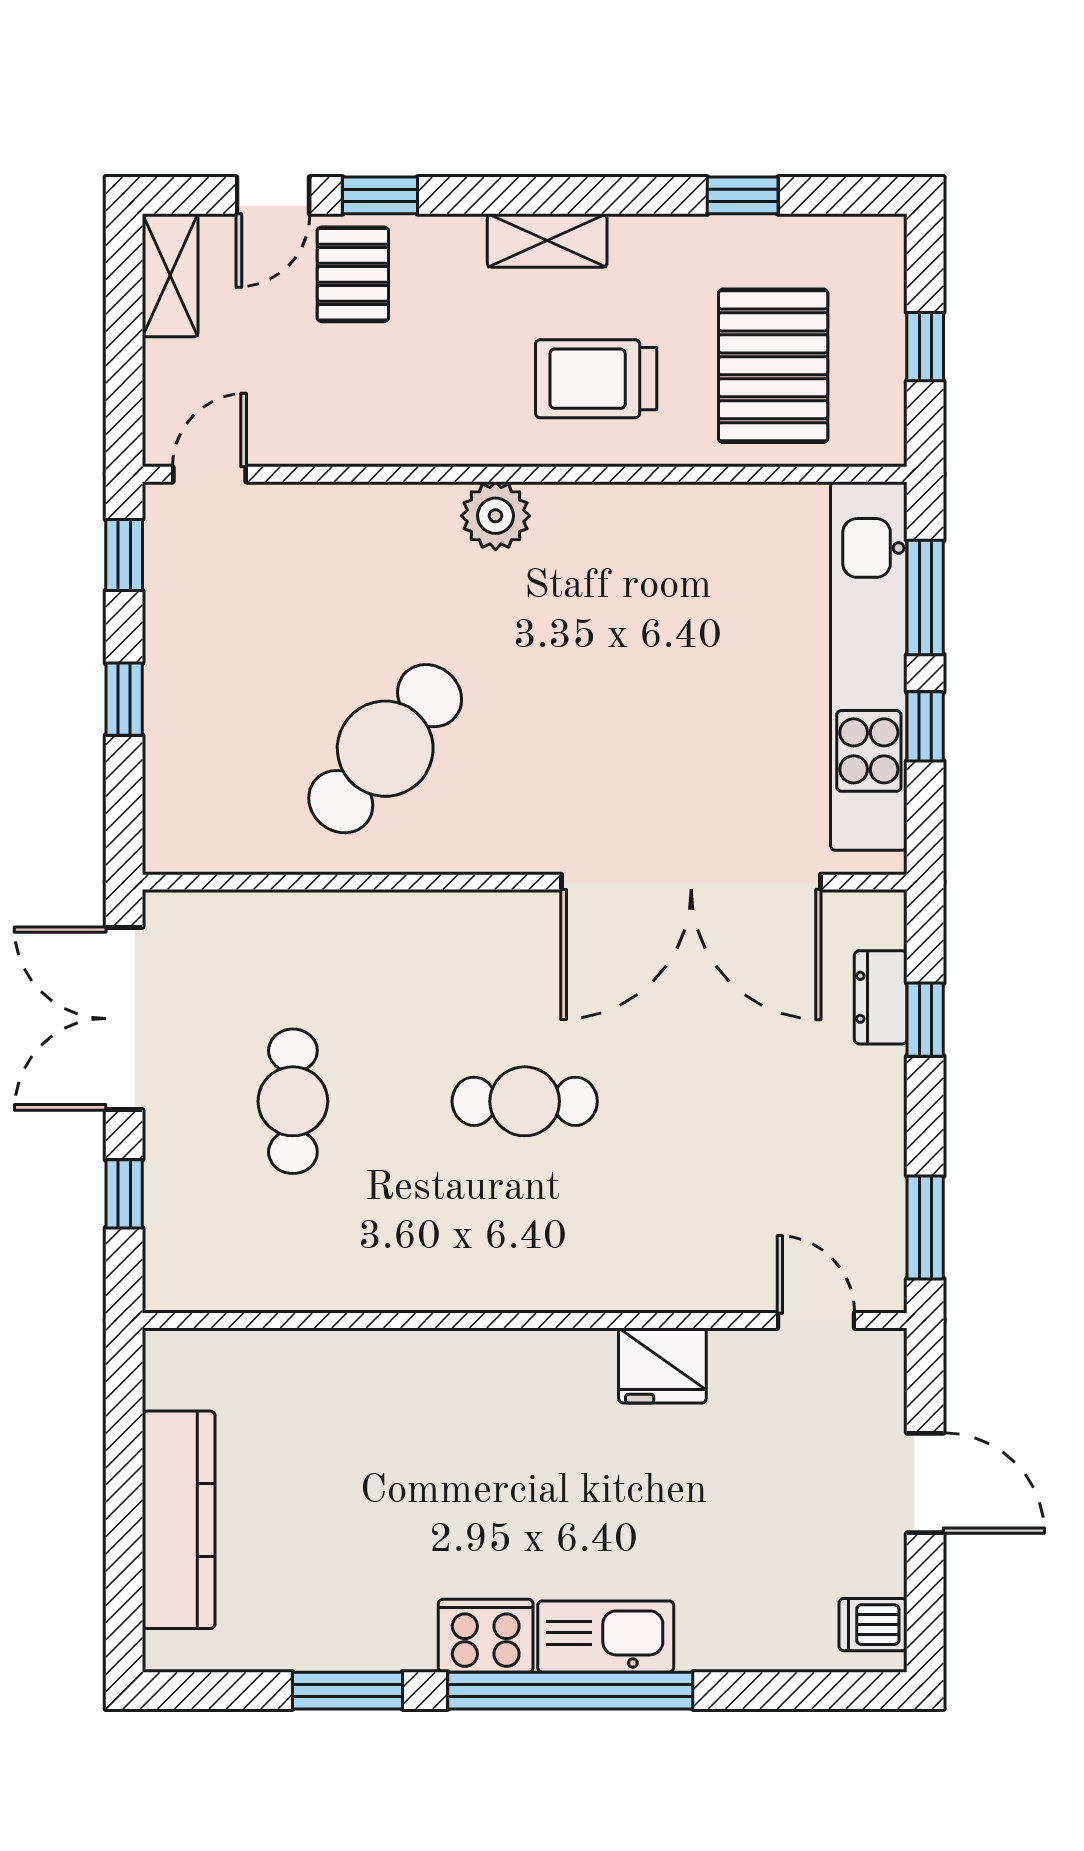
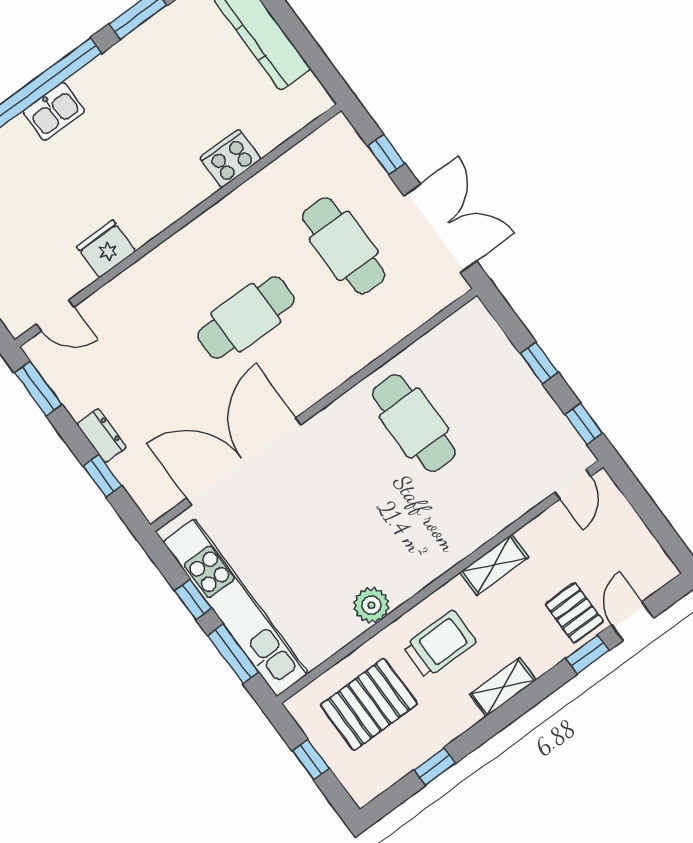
shelving: (170, 275) -> (494, 565), moved, turned 90
pallet: (773, 366) -> (369, 704), turned 90
plant: (496, 516) -> (371, 605), moved
cafe table: (385, 749) -> (414, 423), turned -40
dresser: (881, 997) -> (102, 436), moved
cafe table: (293, 1101) -> (344, 246), width x1.37, depth x1.35
cafe table: (525, 1101) -> (246, 318), width x1.37, depth x1.35
cooker: (486, 1636) -> (230, 158), moved, turned 180
kitchen sink: (606, 1637) -> (54, 111), width x0.73

